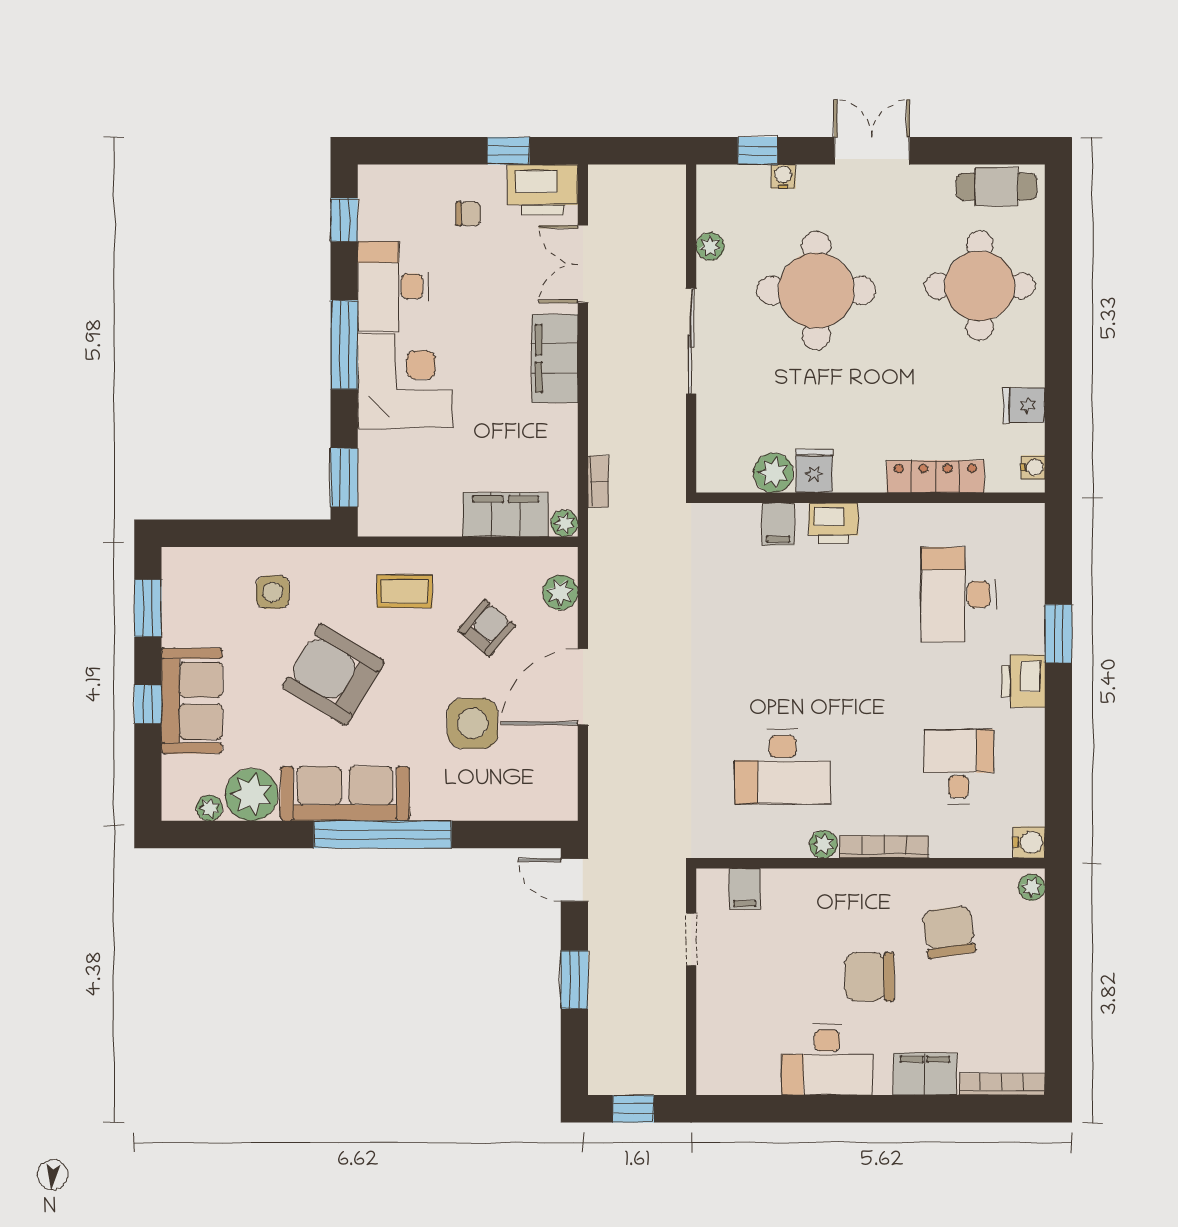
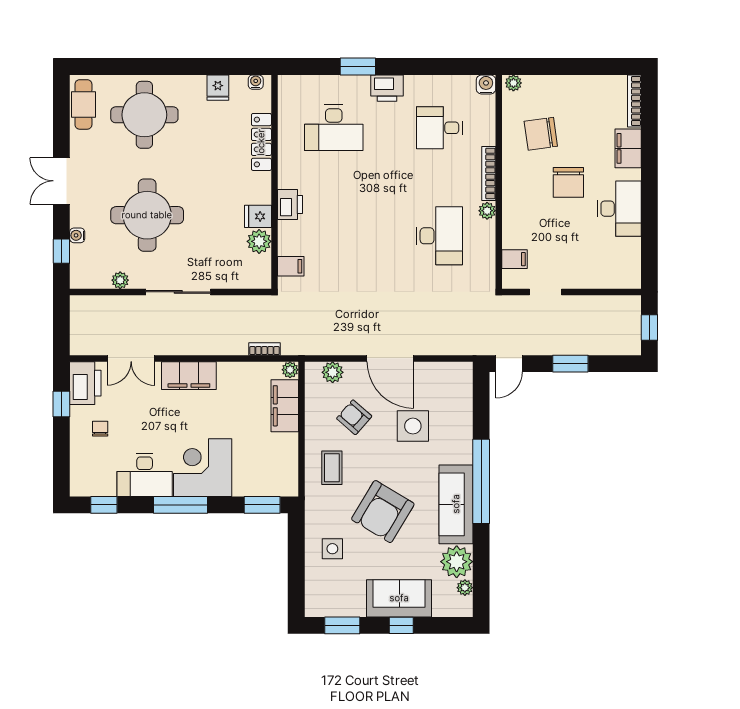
filing cabinet: (778, 524) -> (291, 266), moved

